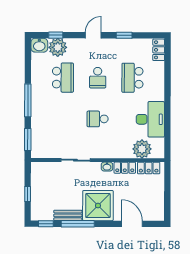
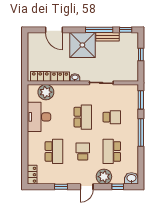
plant: (58, 47) -> (104, 177), moved
school desk: (63, 119) -> (112, 117), added
school desk: (98, 119) -> (83, 117), width x1.85

